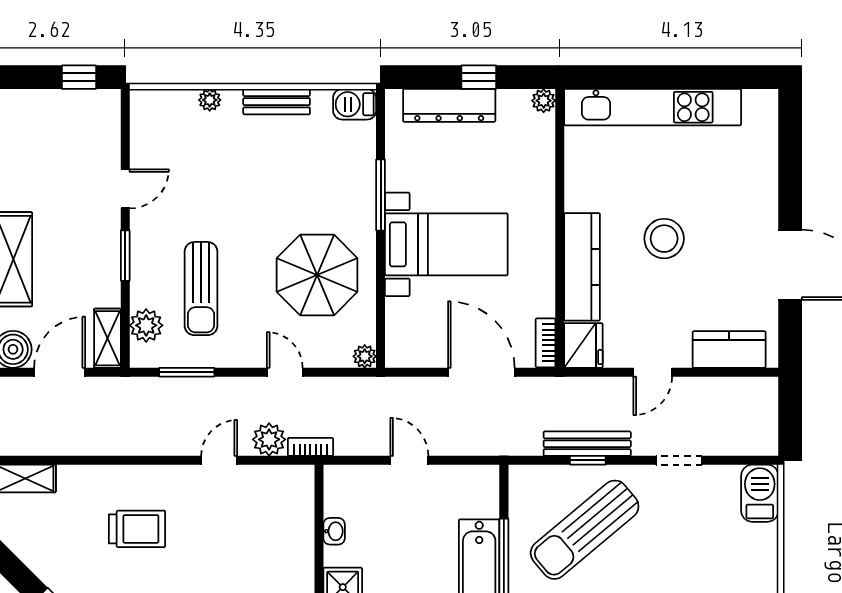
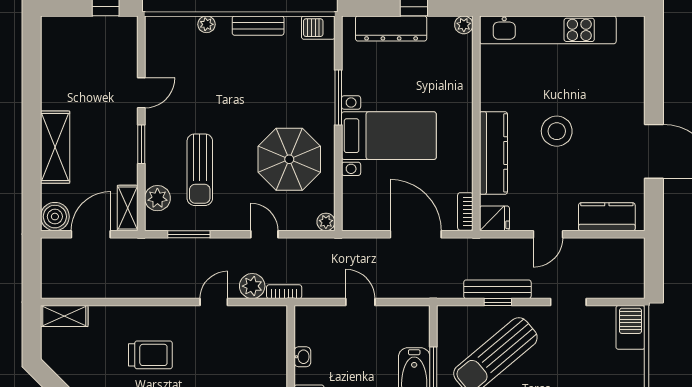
fridge: (583, 345) -> (495, 218), width x0.72

